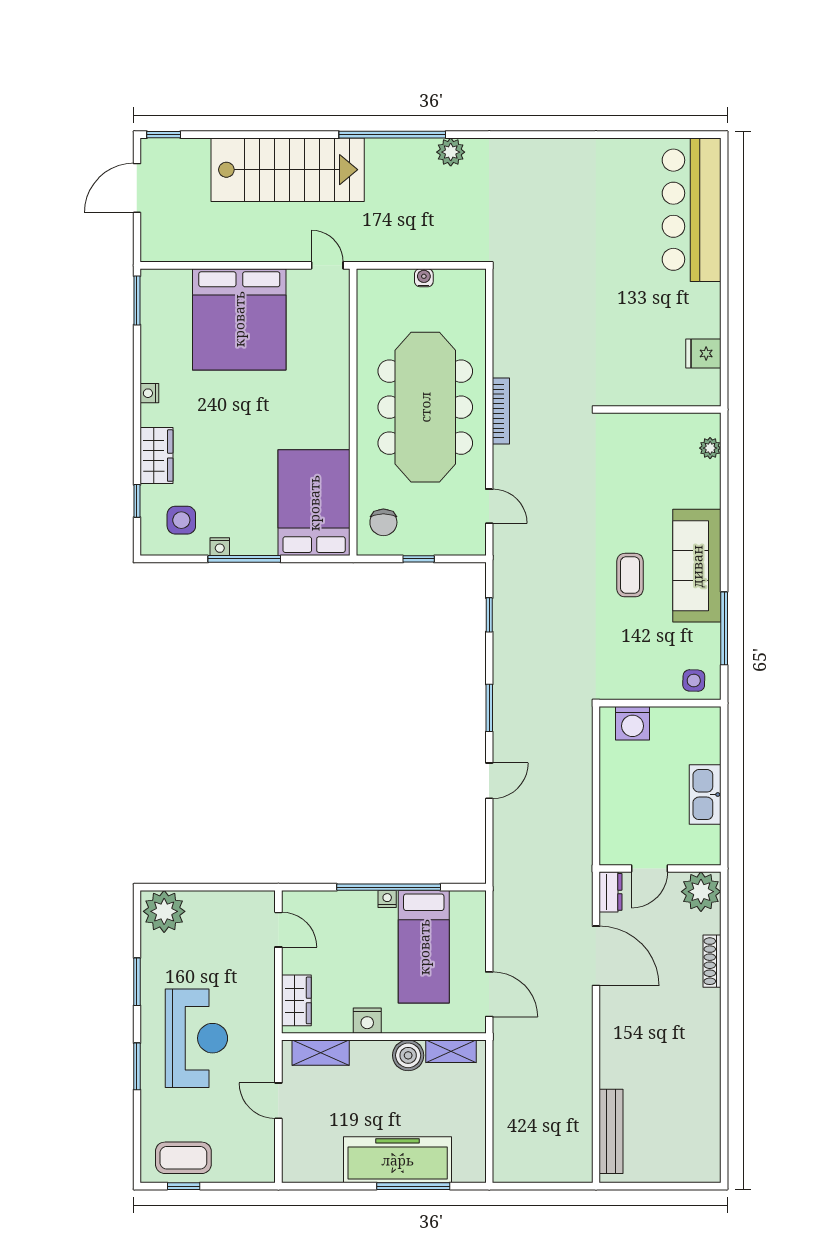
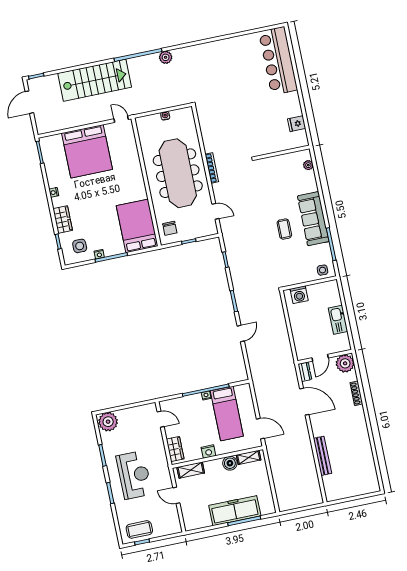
bench: (611, 1131) -> (323, 456), moved

